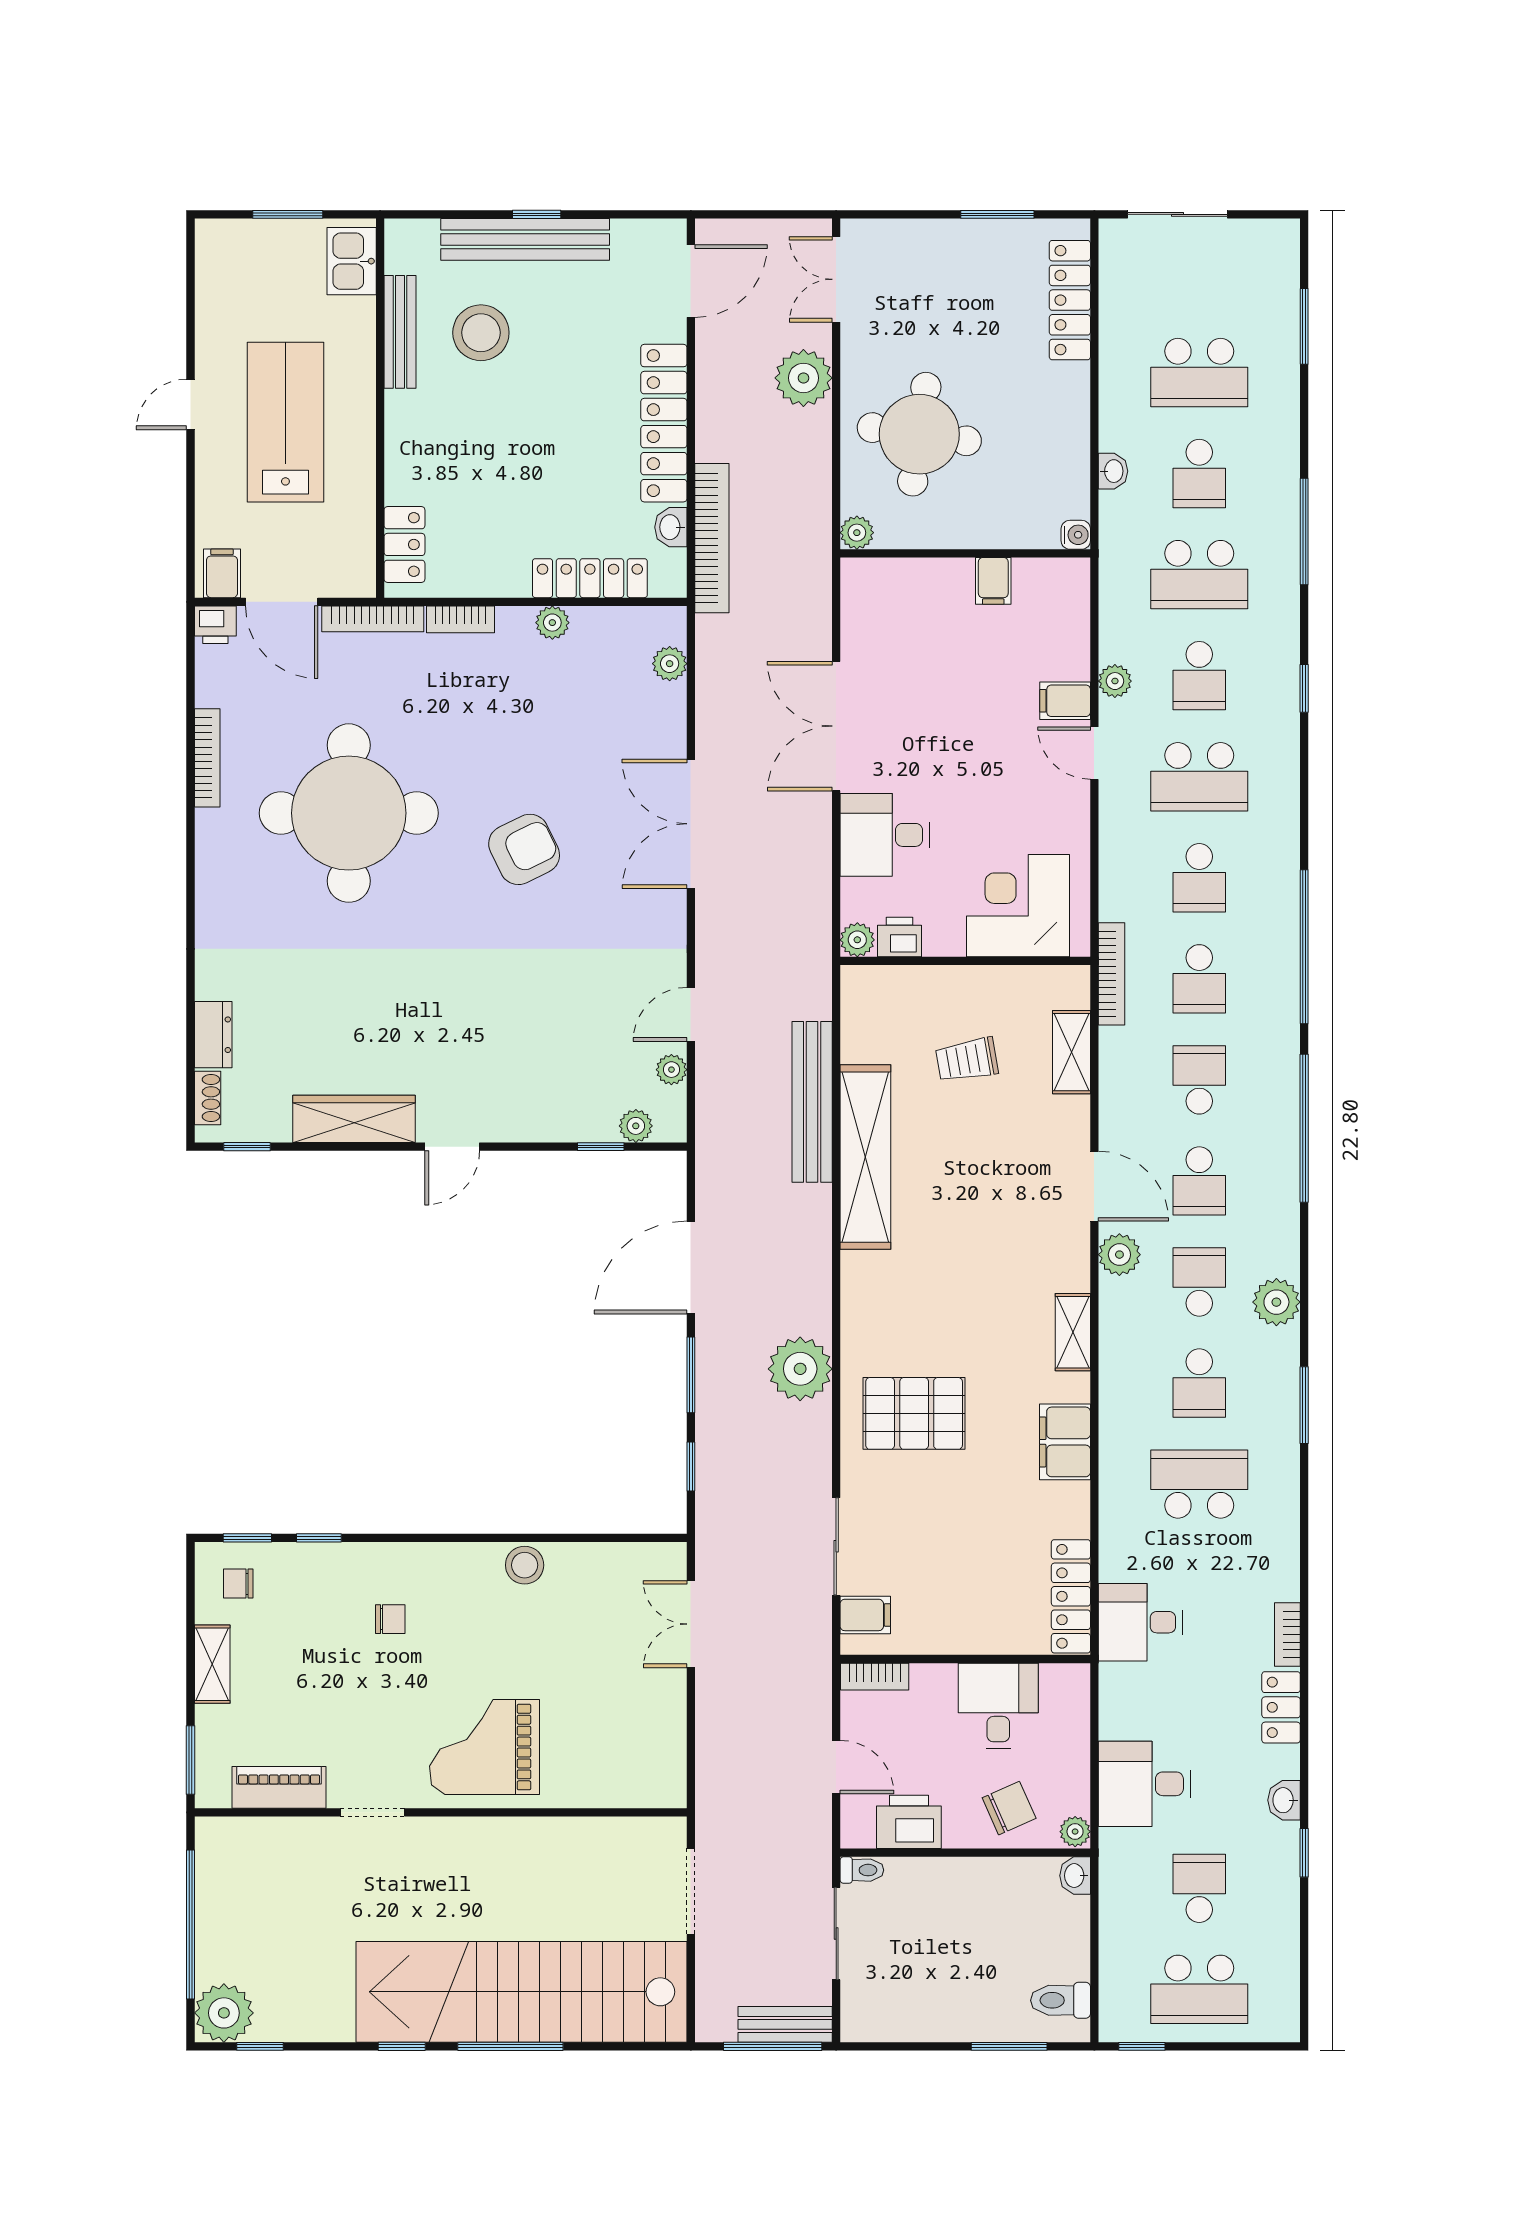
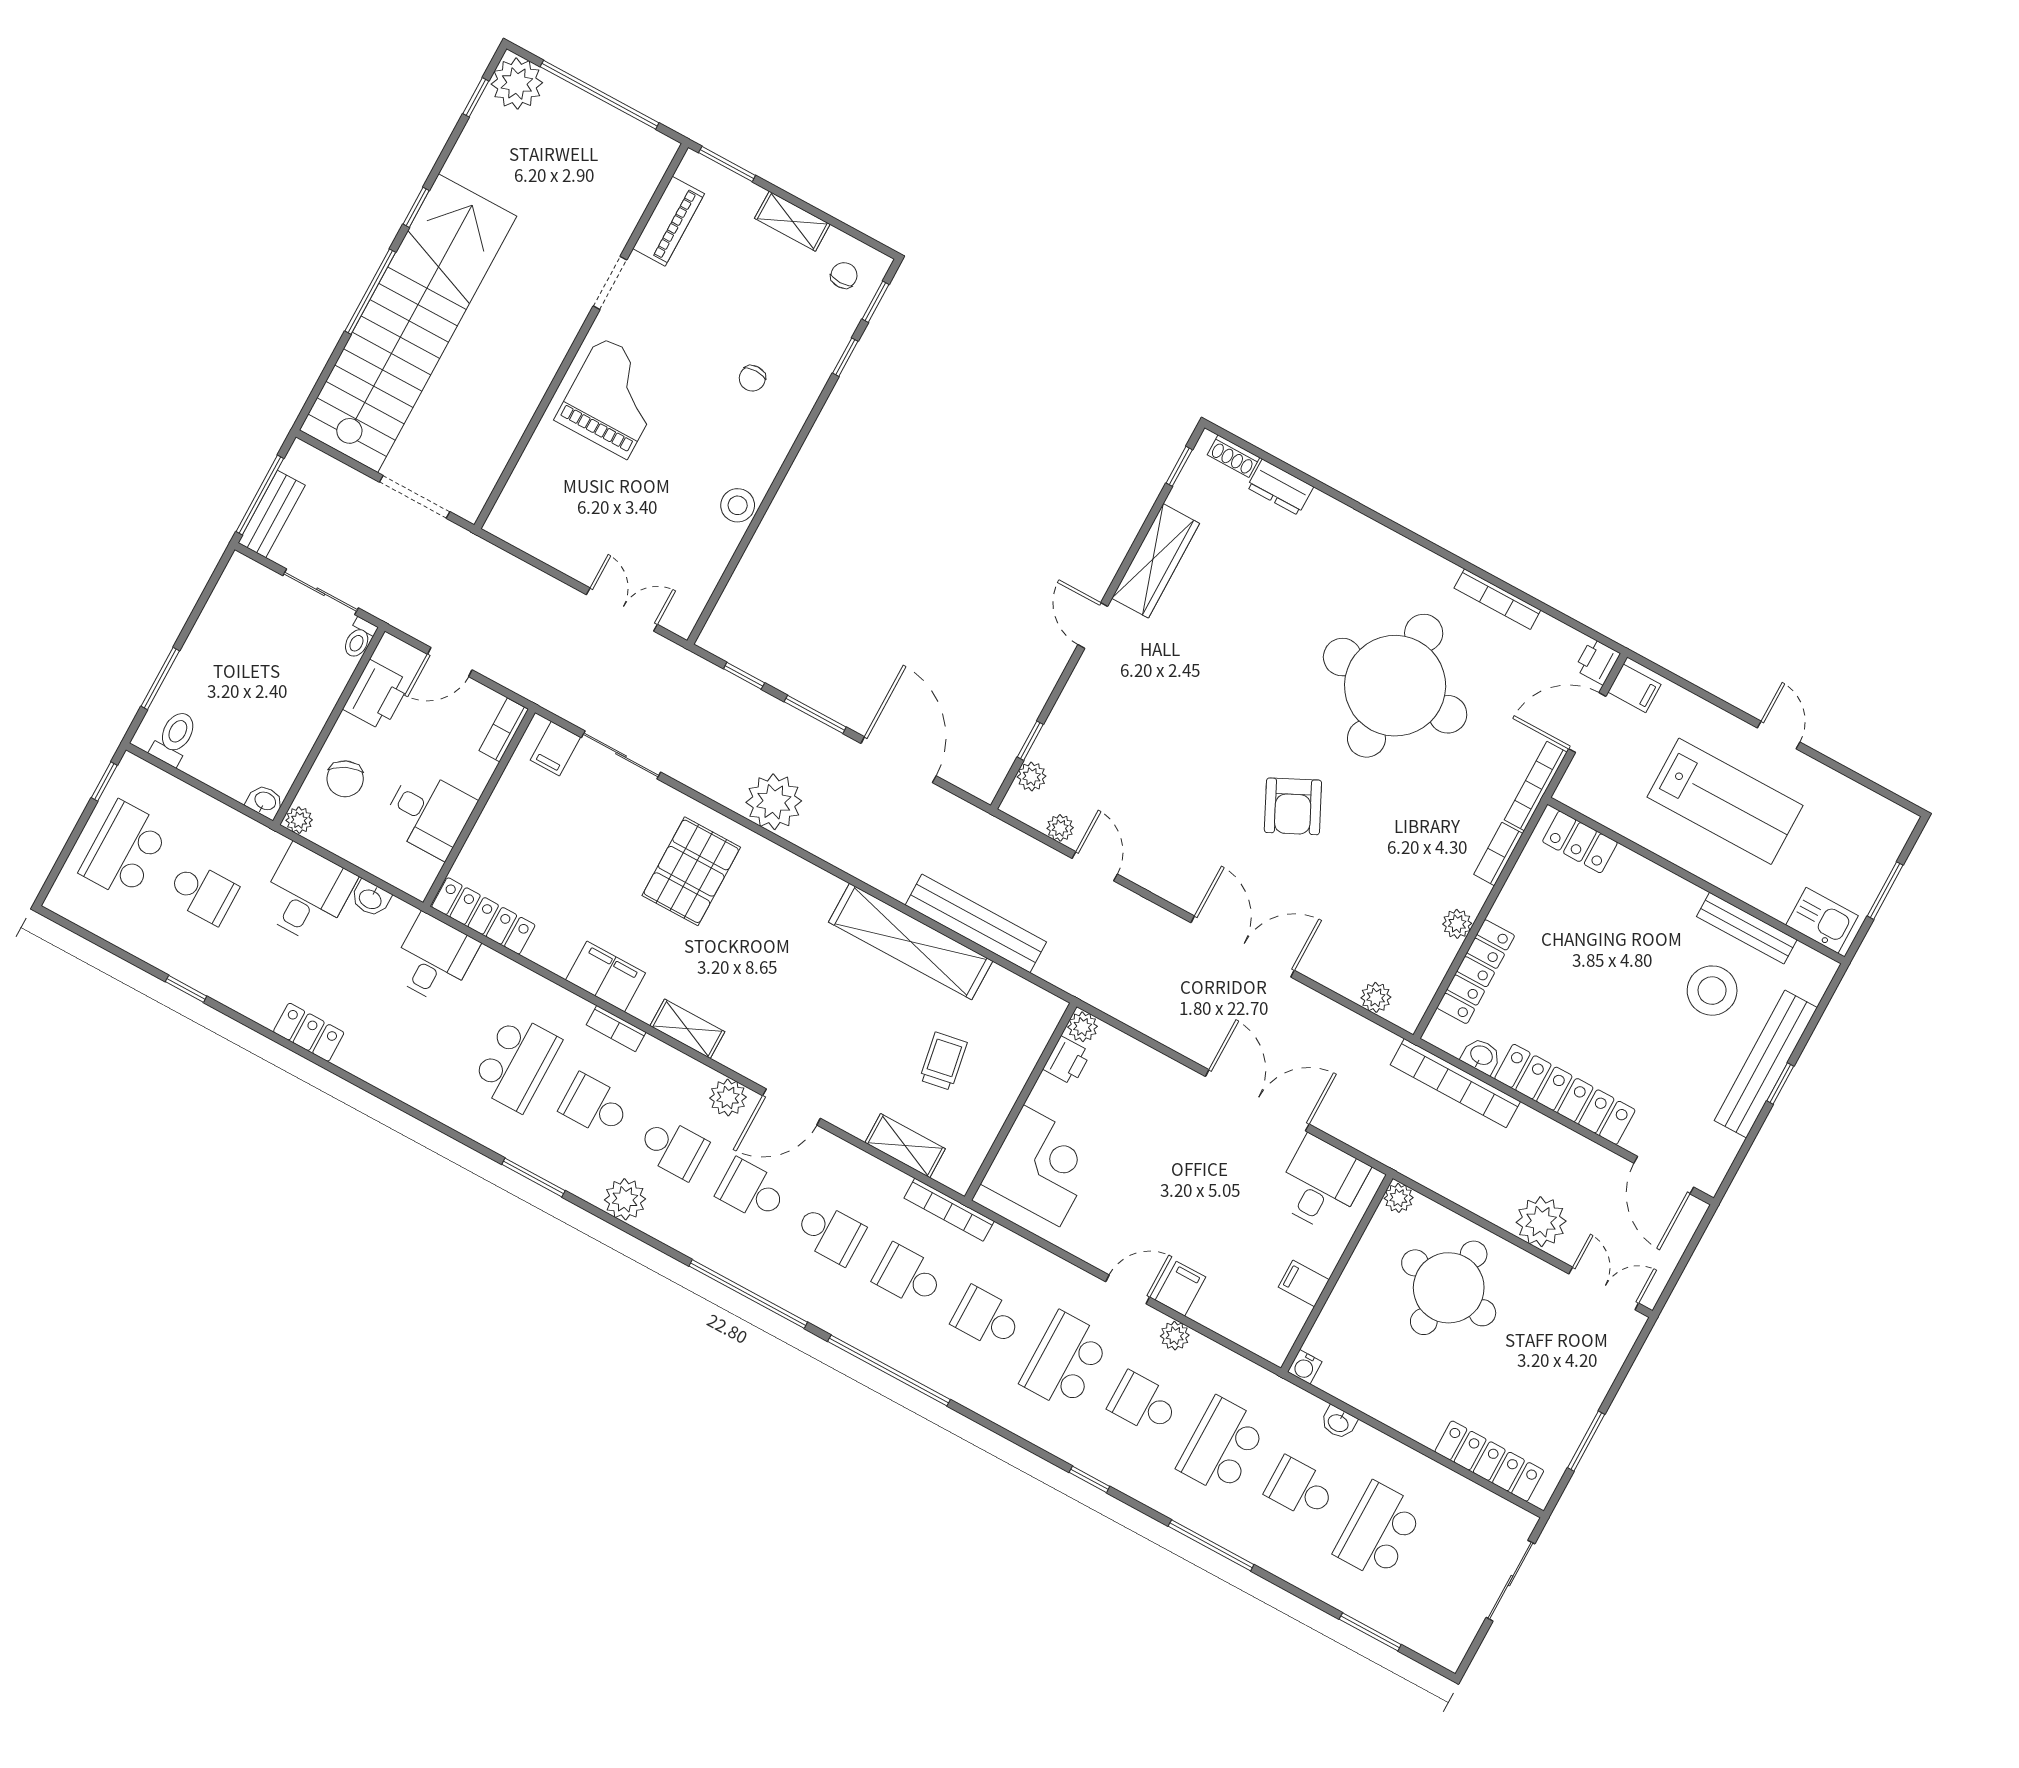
desk: (885, 835) -> (1321, 1184), moved
bookcase: (1287, 1634) -> (616, 1028), moved, turned 180
washbasin: (1284, 1800) -> (371, 899), moved, turned 180

